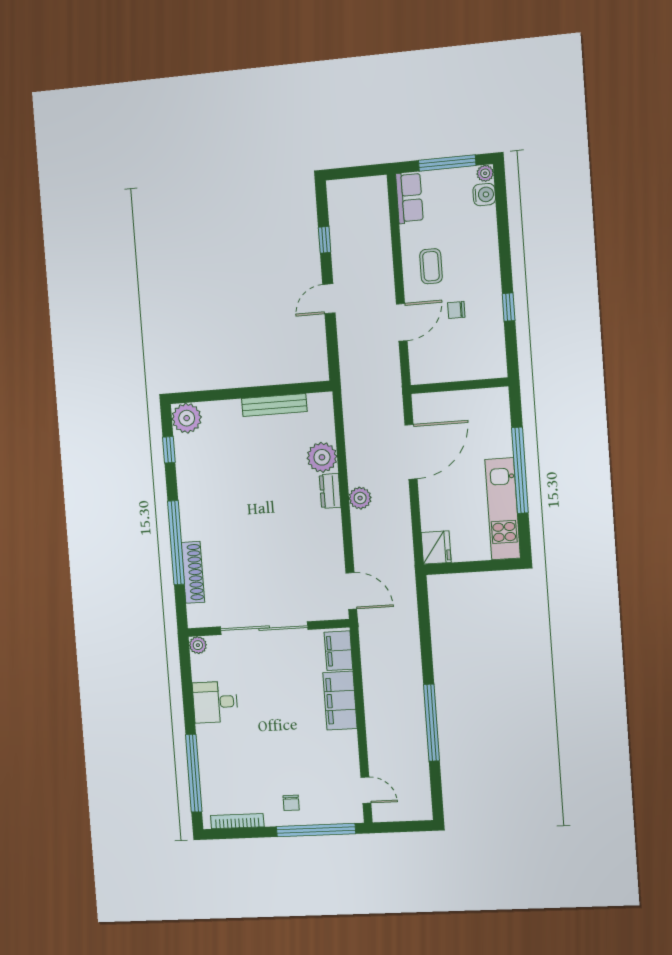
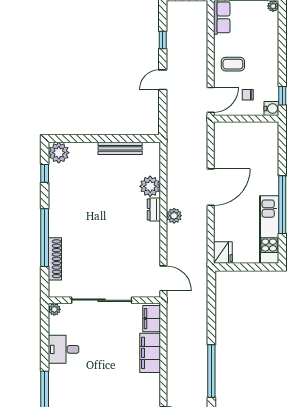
water cooler: (484, 195) -> (271, 108), moved
coffee table: (431, 266) -> (233, 64), turned 90
wall: (459, 386) -> (246, 119), moved

